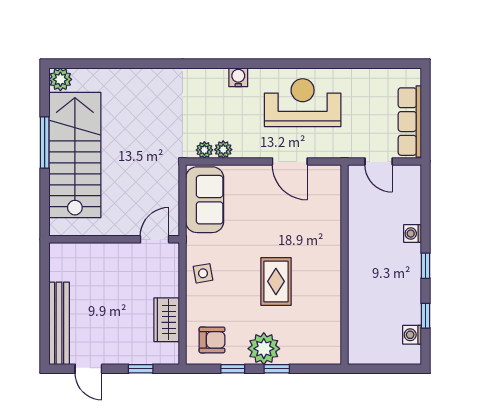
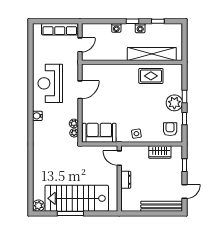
dresser: (112, 252) -> (126, 180), added
rug: (276, 281) -> (151, 76), moved
shelving: (361, 304) -> (152, 54), added
washing machine: (412, 335) -> (140, 28), moved

